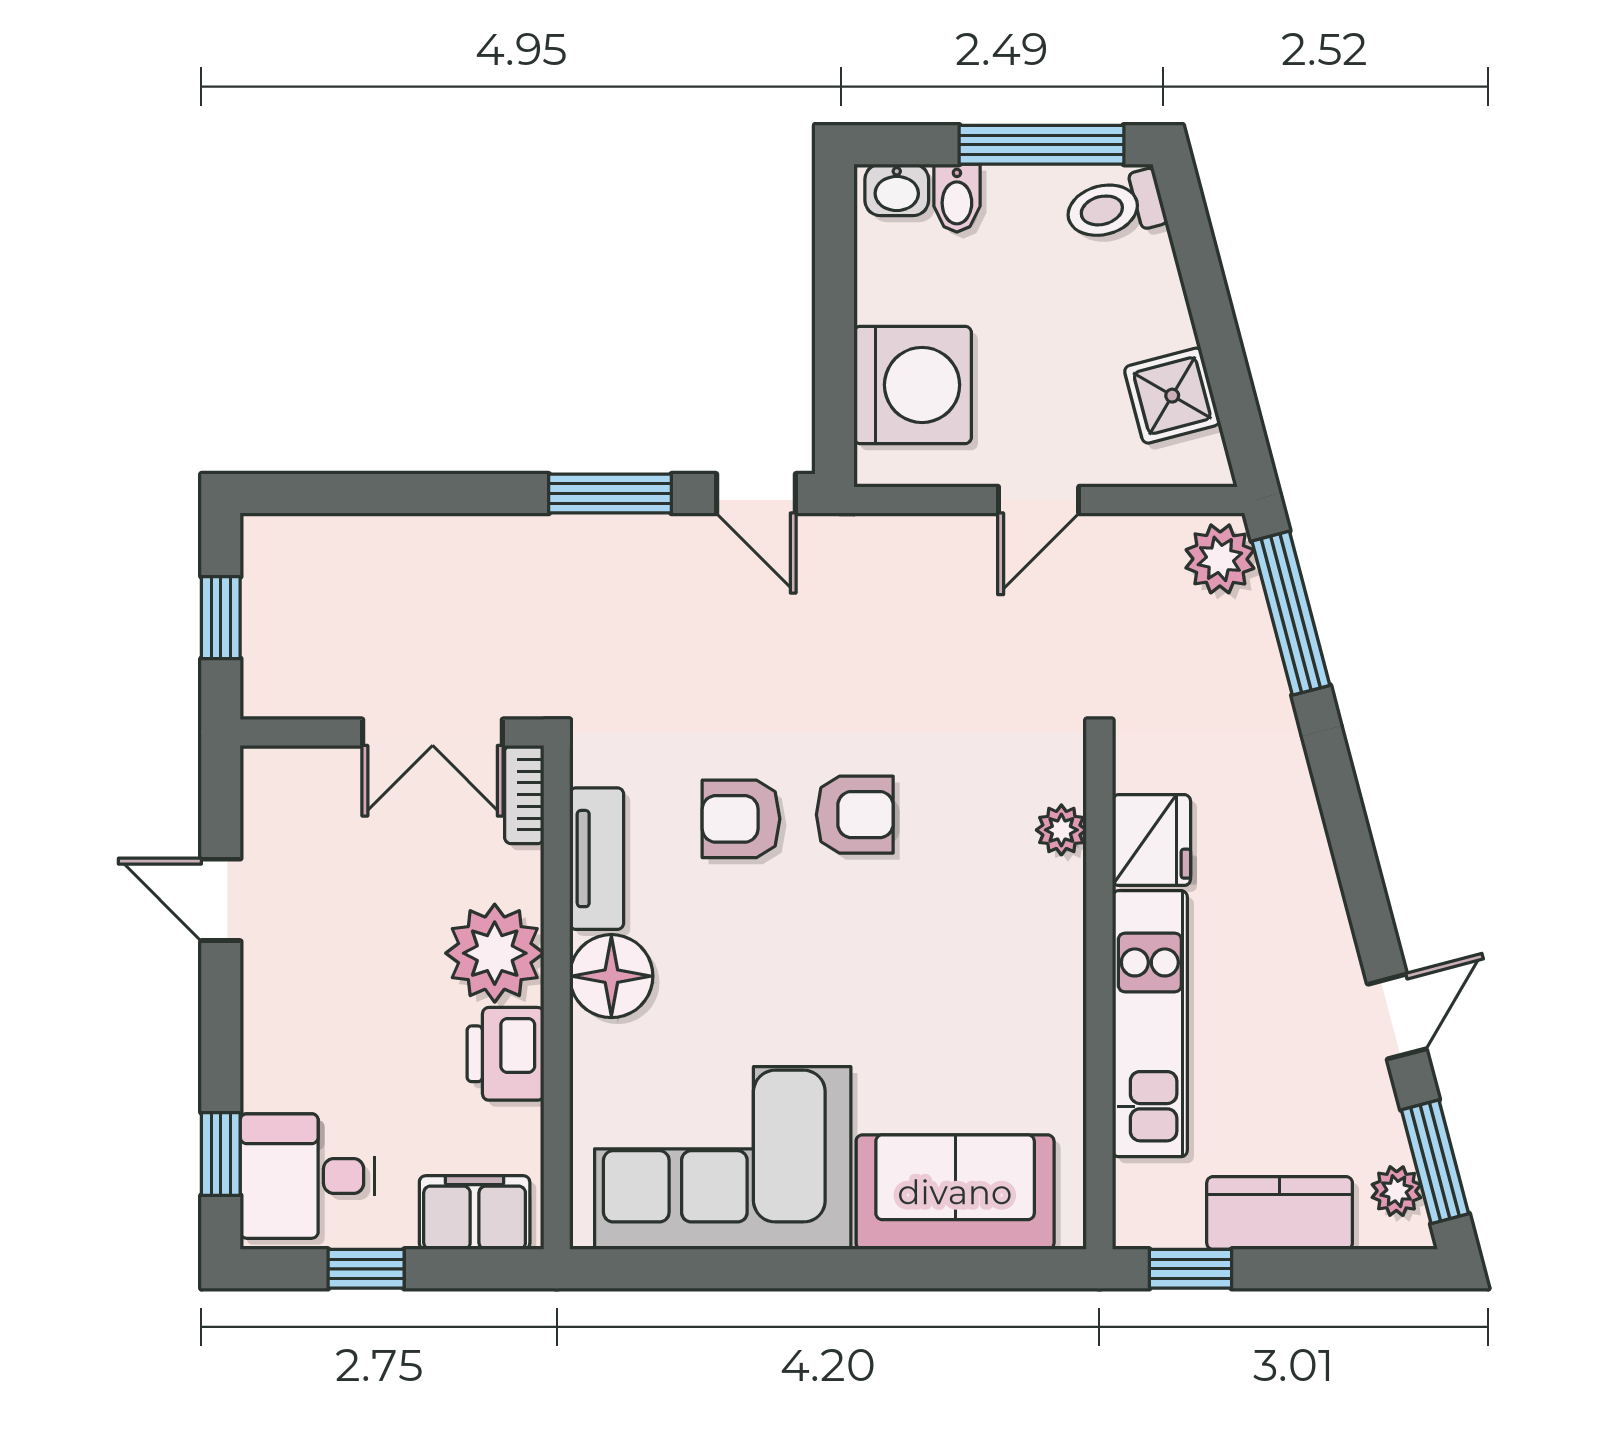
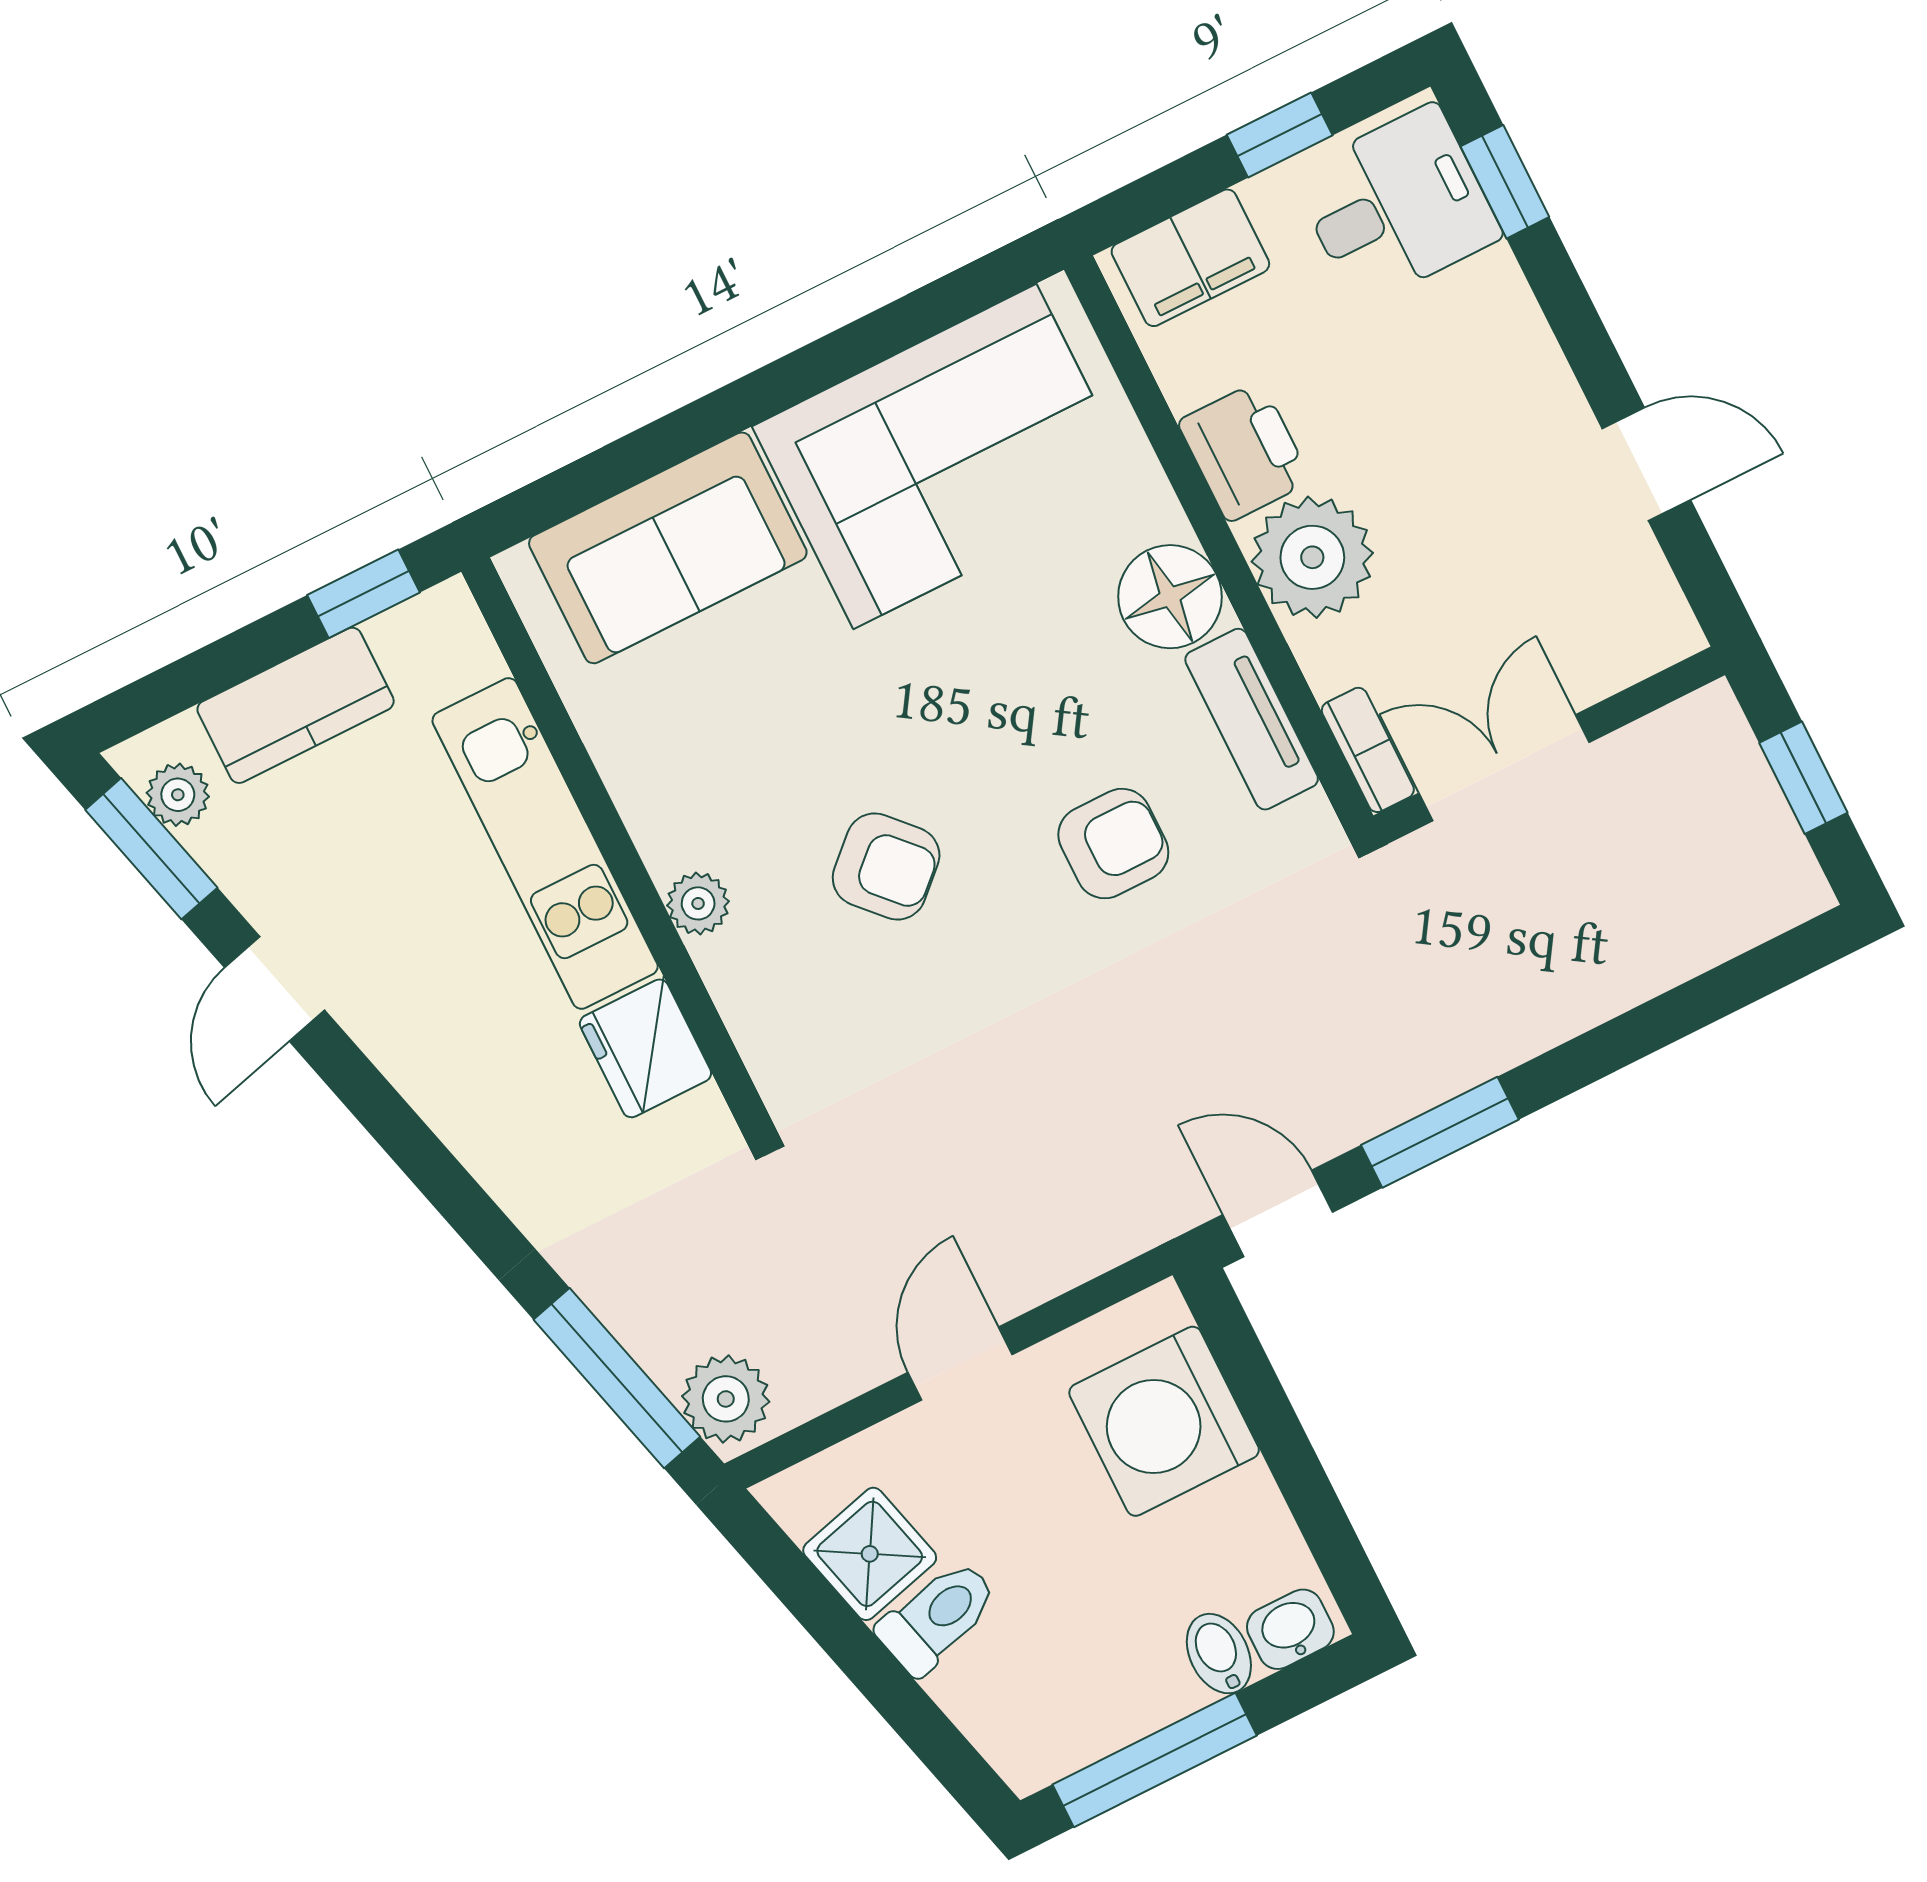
toilet: (1115, 207) -> (938, 1617), moved
armchair: (855, 815) -> (886, 867), moved, turned -133
plant: (1061, 830) -> (698, 903), moved

